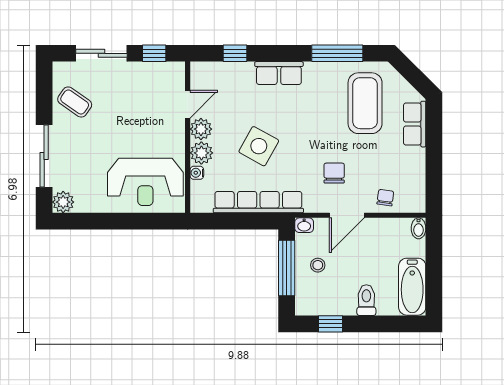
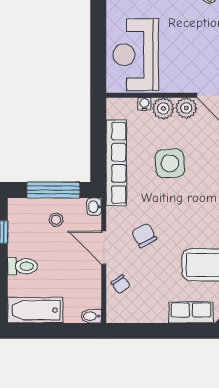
side table: (259, 146) -> (170, 163), turned -33
chair: (334, 173) -> (144, 235), turned -118
chair: (385, 198) -> (121, 284), turned 47

